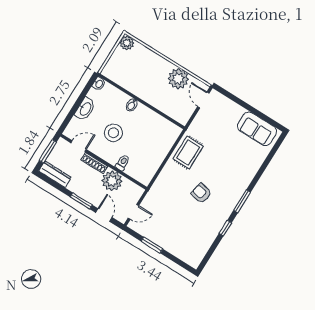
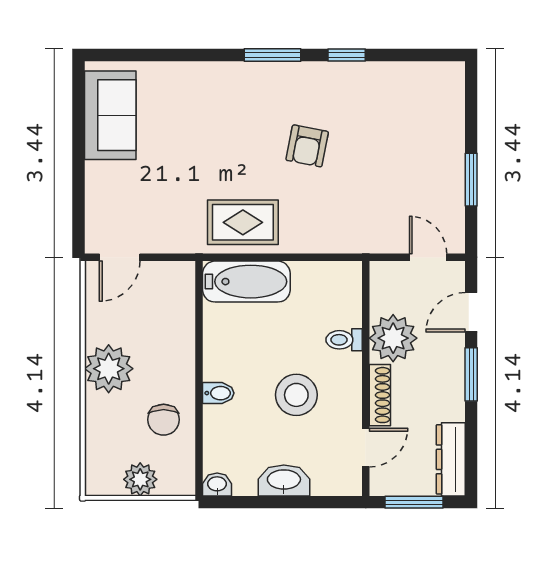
plant: (127, 43) -> (140, 479), moved
chair: (134, 79) -> (164, 420), added
plant: (178, 79) -> (109, 369), moved
bathtub: (166, 140) -> (246, 282), added
door: (79, 146) -> (366, 448), swing flipped

